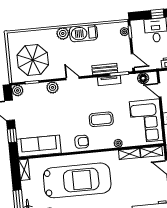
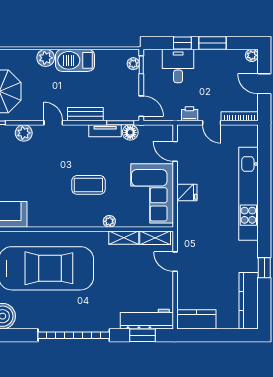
bench: (105, 69) -> (85, 114), moved
floor lamp: (143, 78) -> (130, 132), moved
armchair: (82, 142) -> (58, 214), removed

